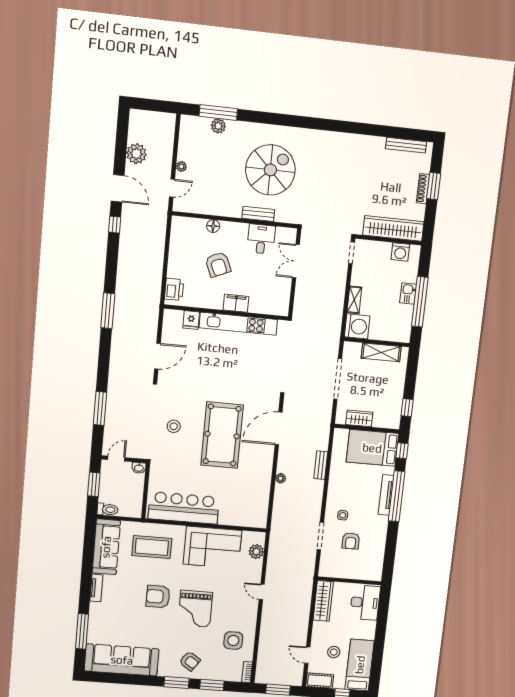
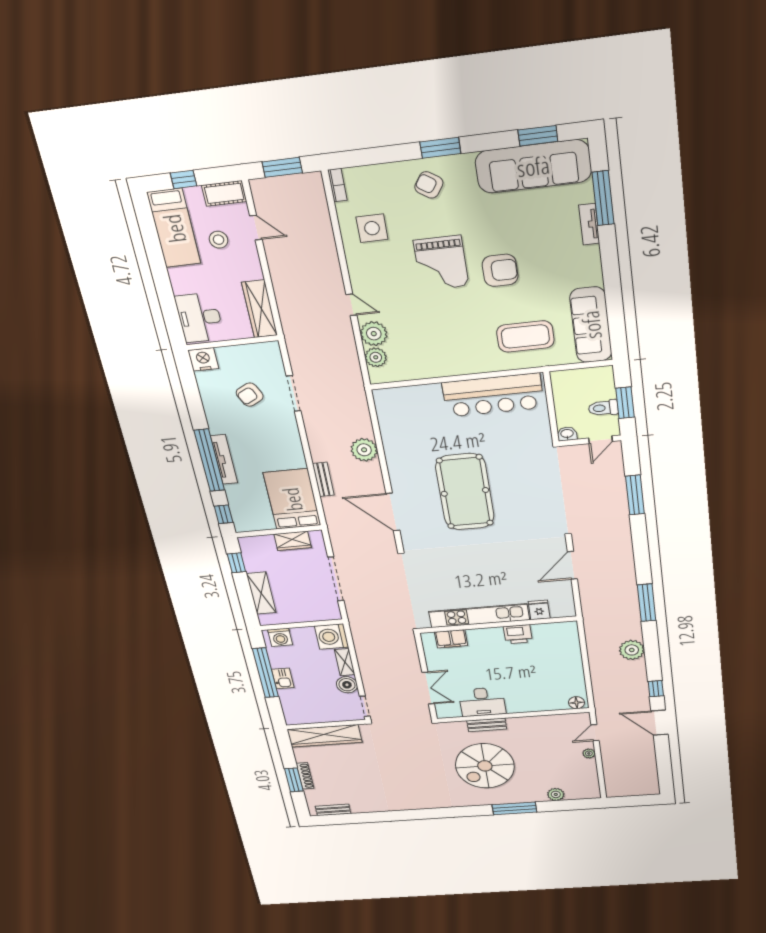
window: (218, 112) -> (514, 808), moved
bench: (406, 145) -> (333, 810), width x0.73
plant: (136, 154) -> (632, 650), moved
floor lamp: (213, 226) -> (576, 703), moved
desk: (261, 239) -> (482, 702), width x1.37
washing machine: (400, 252) -> (280, 637), moved, turned 180
armchair: (218, 264) -> (521, 670), removed
boiler: (359, 277) -> (347, 685), added
printer: (174, 289) -> (518, 634), moved, turned -90
filing cabinet: (236, 303) -> (451, 639), moved
shelving: (381, 352) -> (261, 593), moved, turned 90
stool: (174, 426) -> (532, 491), removed
door: (279, 428) -> (393, 512), swing flipped
bed: (372, 448) -> (292, 499), moved, turned -90
plant: (281, 478) -> (364, 450), width x1.88, depth x1.88
toilet: (107, 509) -> (603, 408), moved
side table: (343, 515) -> (272, 425), removed
armchair: (351, 541) -> (250, 395), turned -117
corner sofa: (212, 547) -> (439, 352), removed
plant: (253, 569) -> (374, 334), added
nightstand: (373, 573) -> (203, 359), added
tv unit: (96, 588) -> (589, 224), moved
grand piano: (195, 609) -> (441, 263), turned 180
window: (212, 685) -> (538, 136), moved

